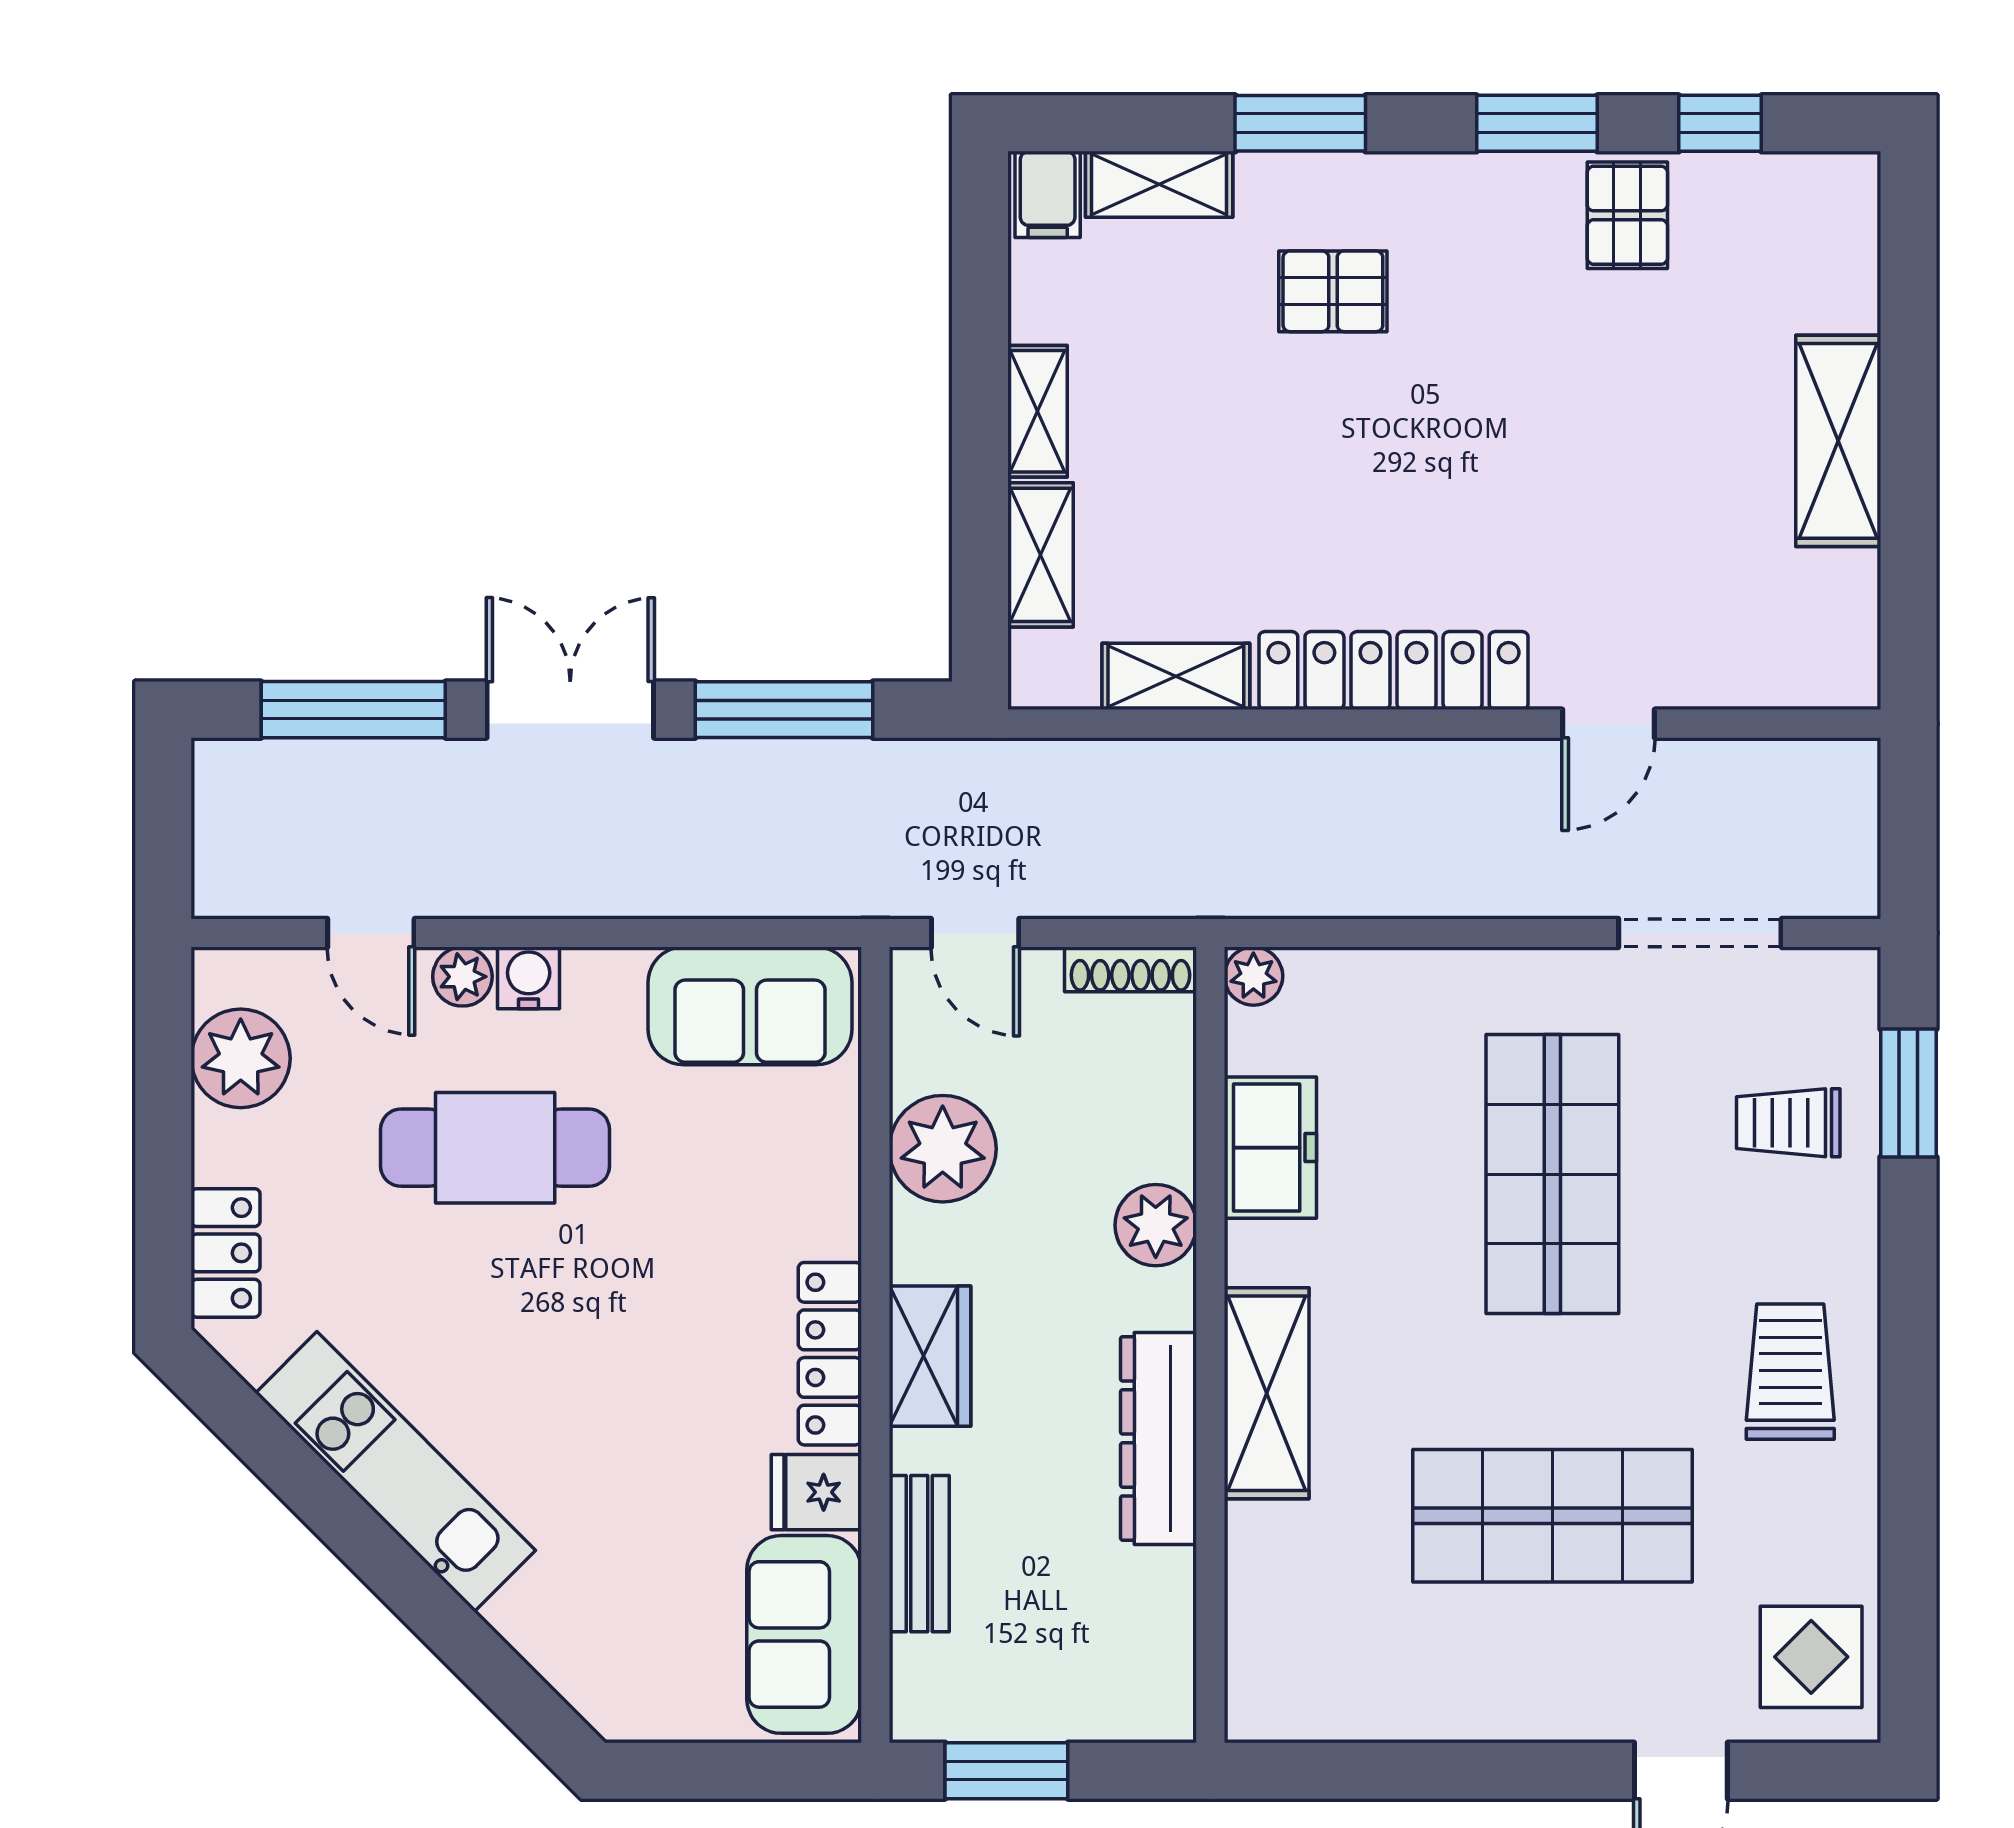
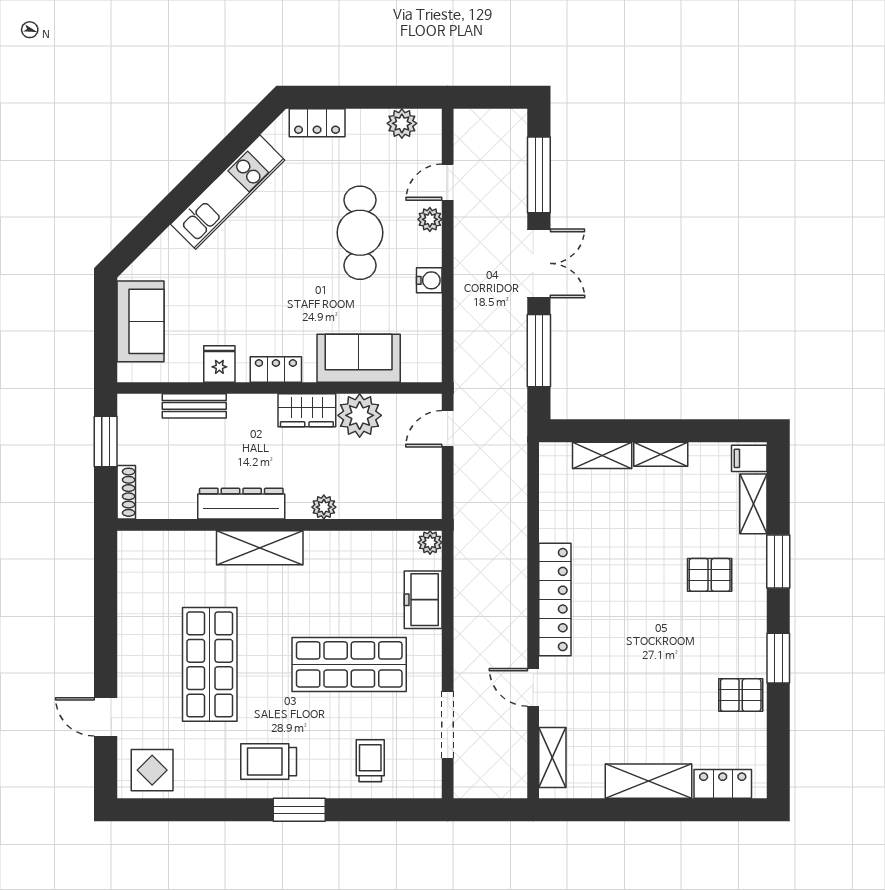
window: (1720, 123) -> (778, 733), removed
locker: (1845, 259) -> (723, 784), added
pallet: (1333, 291) -> (710, 575), turned 90
shelving: (1176, 676) -> (552, 758), moved
shoe rack: (1130, 969) -> (126, 492), moved, turned 180
water cooler: (529, 978) -> (429, 280), moved
sofa: (750, 1006) -> (359, 358), moved, turned 90
plant: (241, 1058) -> (402, 123), width x0.73, depth x0.73
window: (1908, 1093) -> (299, 810), moved
freezer: (1270, 1148) -> (423, 600), moved, turned 90
plant: (1156, 1225) -> (324, 507), width x0.73, depth x0.73
locker: (830, 1354) -> (276, 369), width x0.66
wardrobe: (930, 1356) -> (307, 410), moved
trolley: (1790, 1372) -> (269, 762), turned 180
sofa: (804, 1634) -> (140, 321), moved, turned 90

